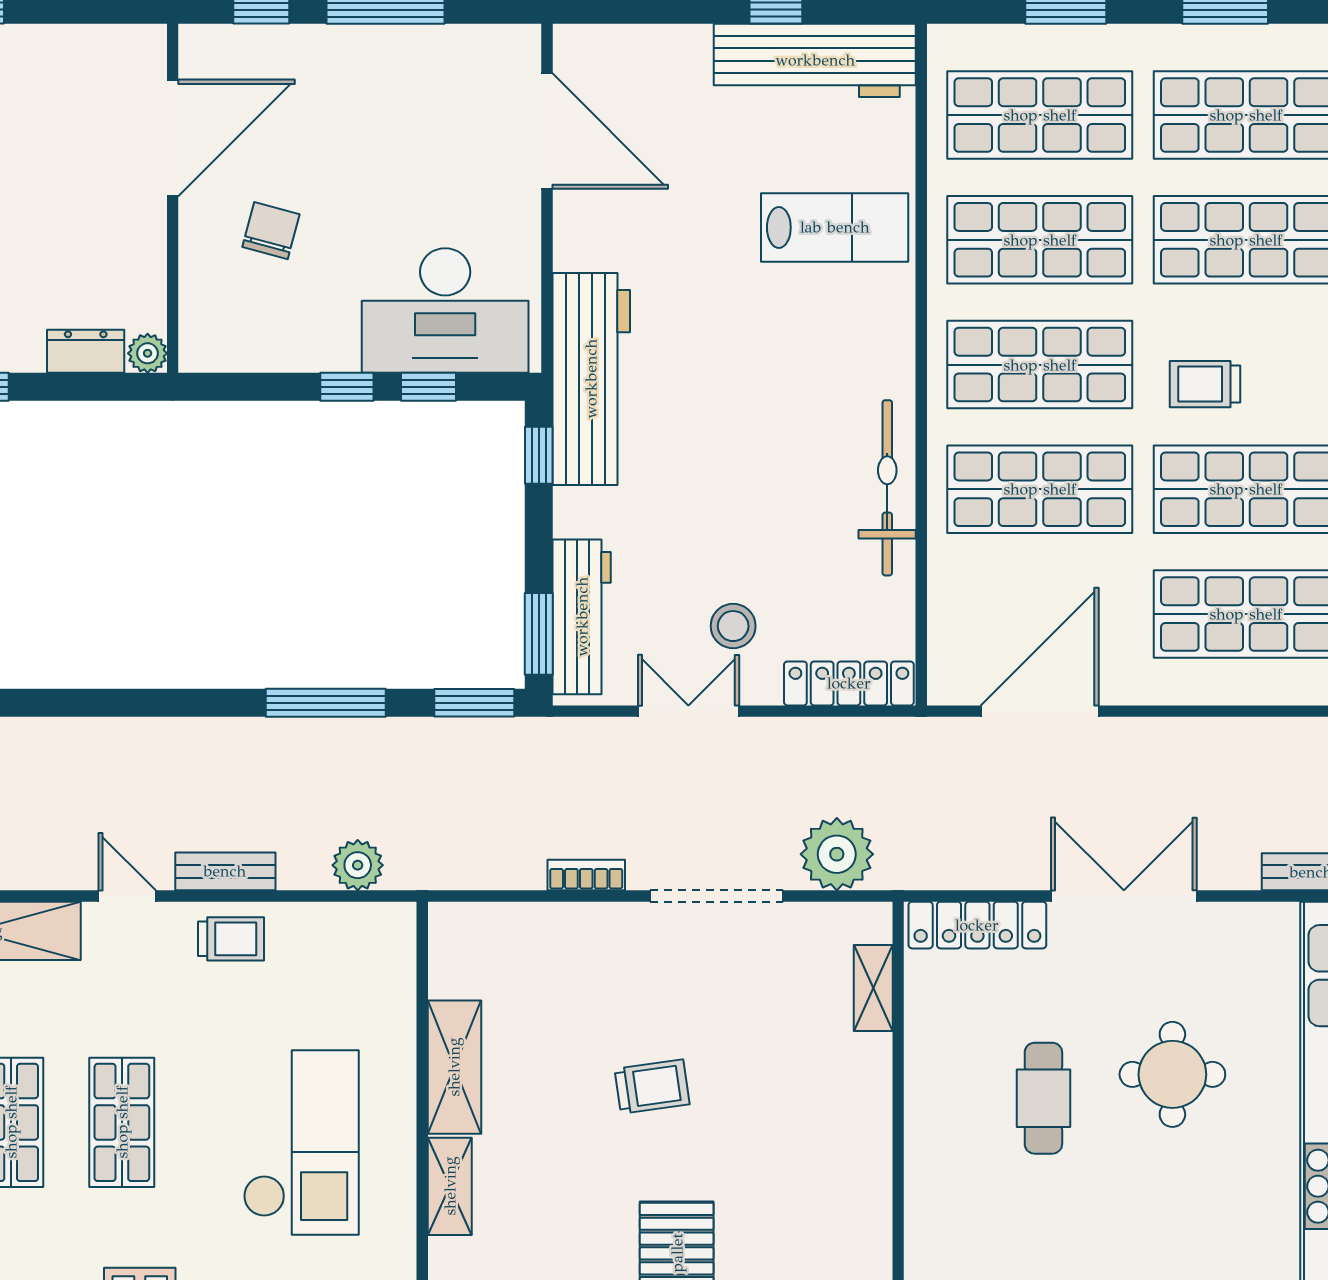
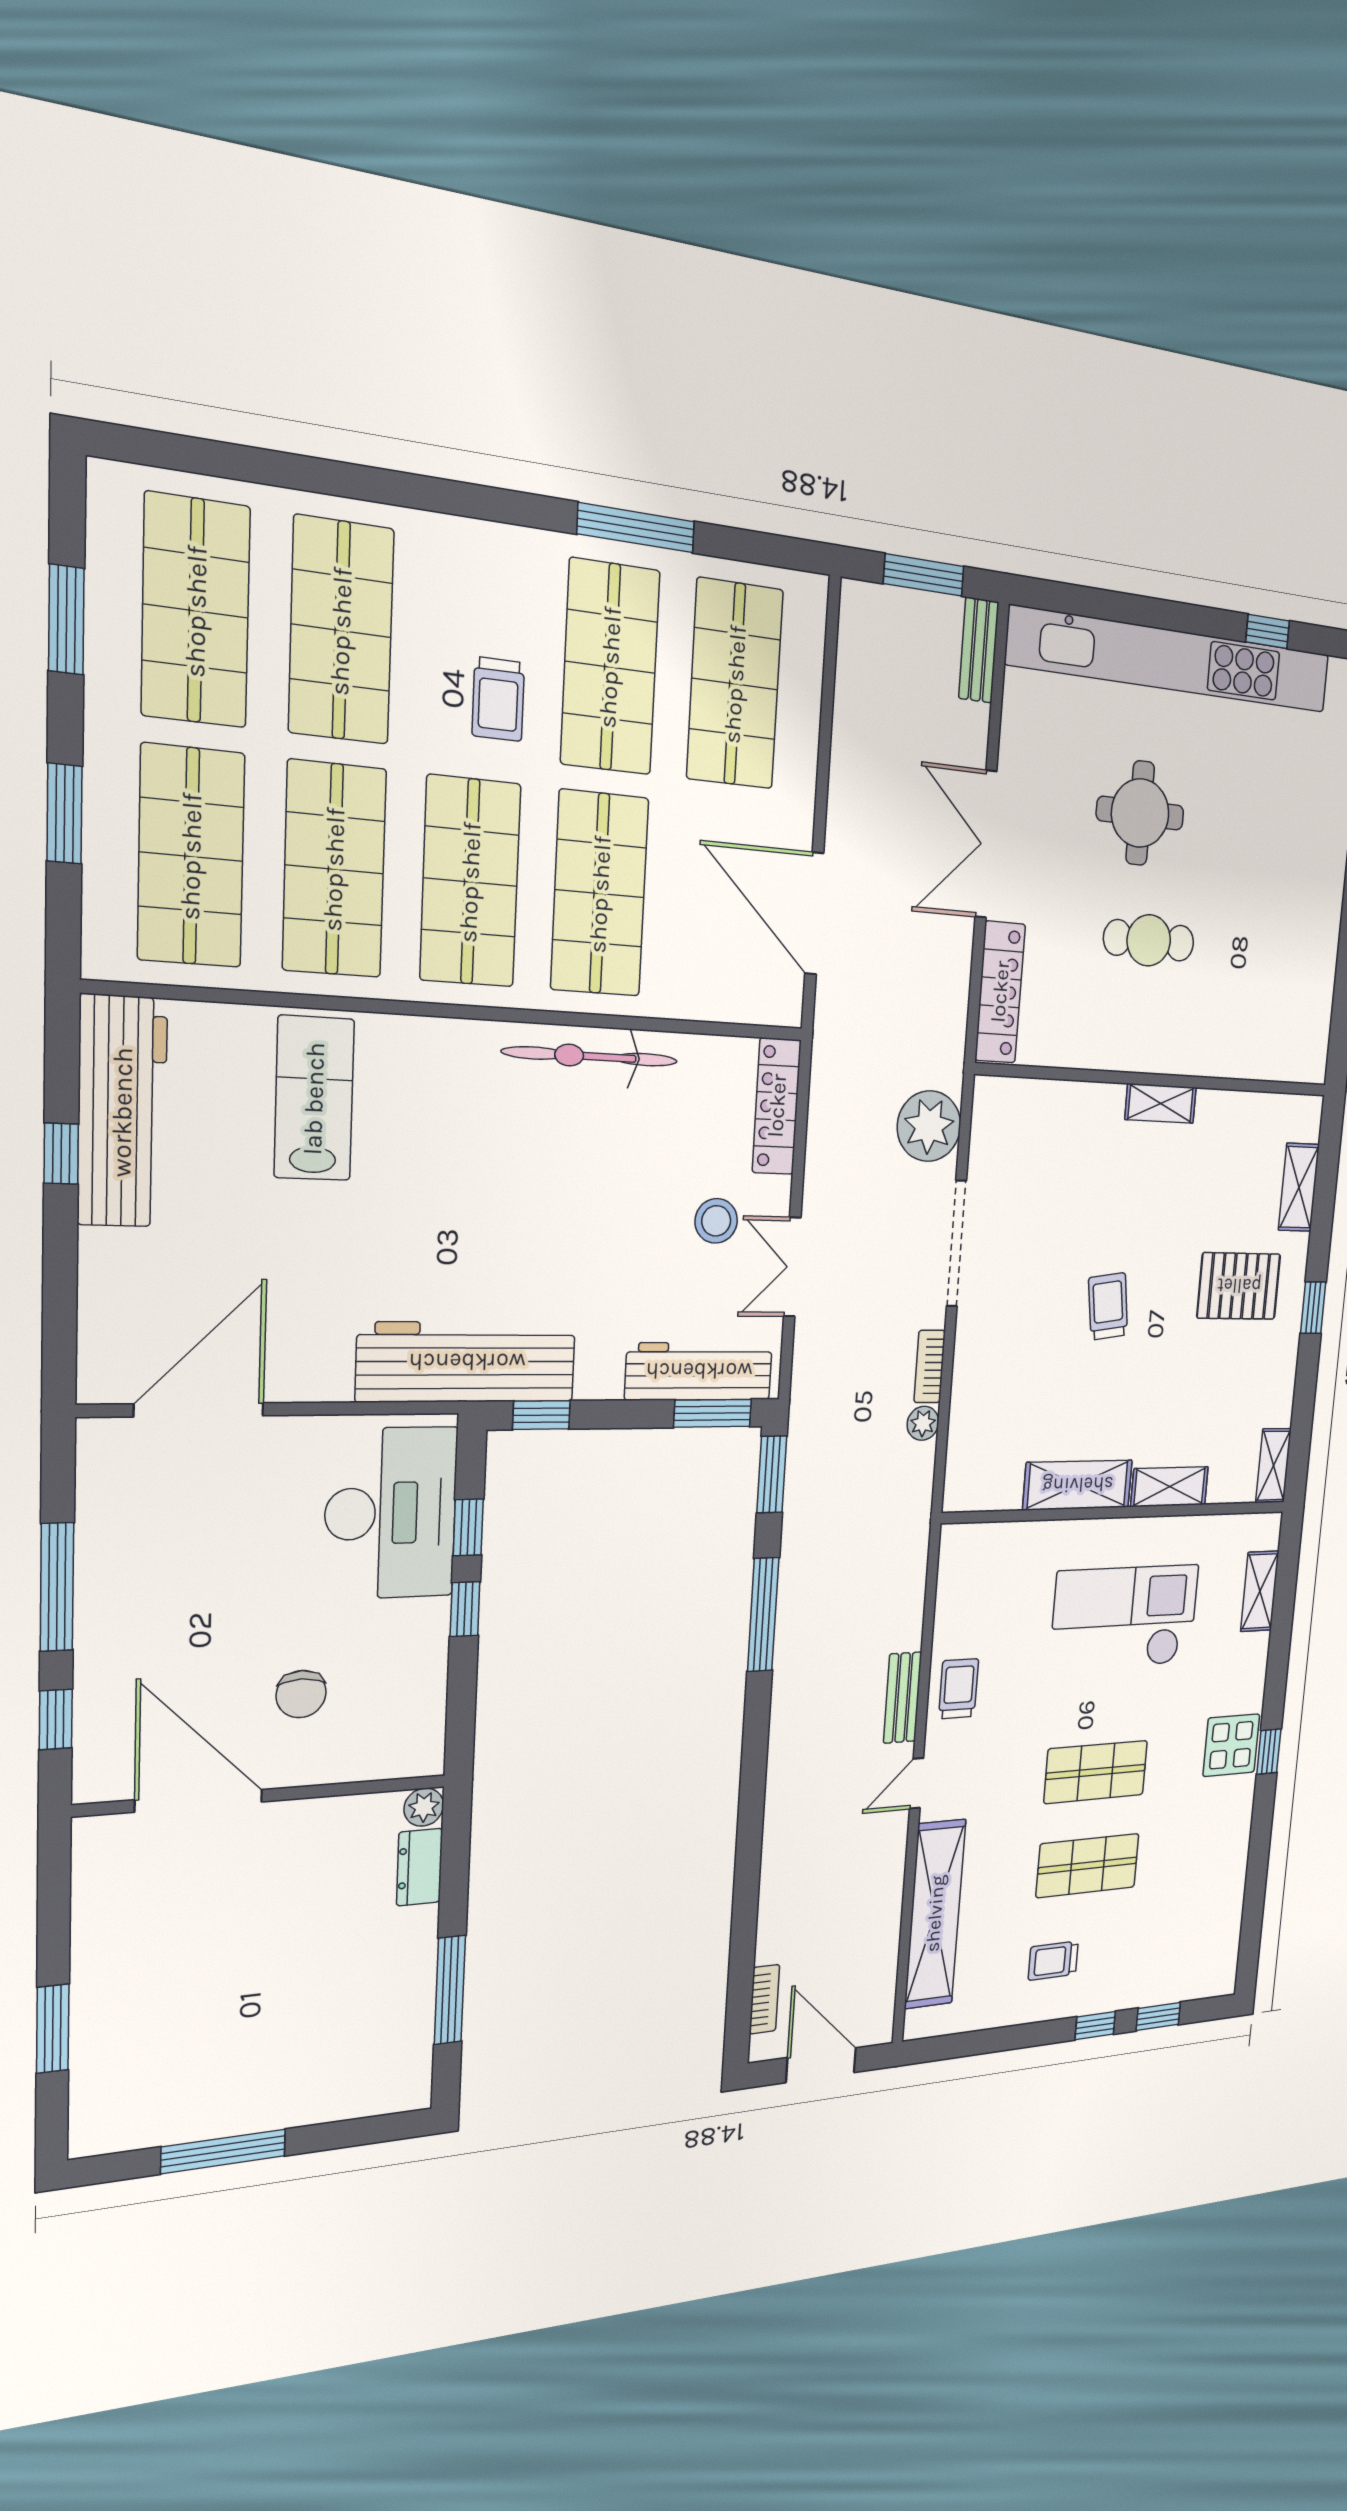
chair: (271, 231) -> (301, 1694), turned -105
plant: (358, 865) -> (923, 1423), moved, width x0.73, depth x0.73
shelving: (873, 988) -> (1161, 1103), moved

